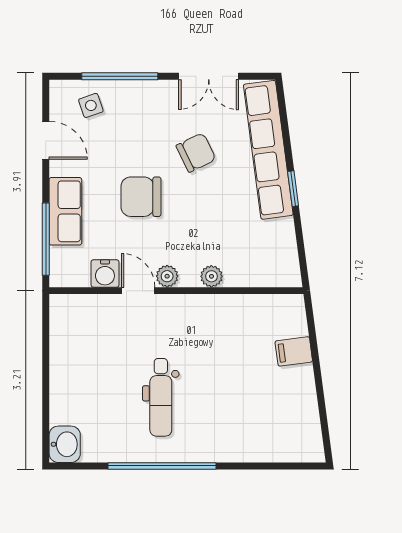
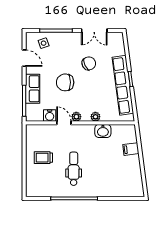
row of seats: (268, 150) -> (123, 85), moved
trolley: (91, 371) -> (43, 158), added
dental chair: (161, 397) -> (74, 169), turned 180
washbasin: (65, 444) -> (103, 131), moved, turned 90

